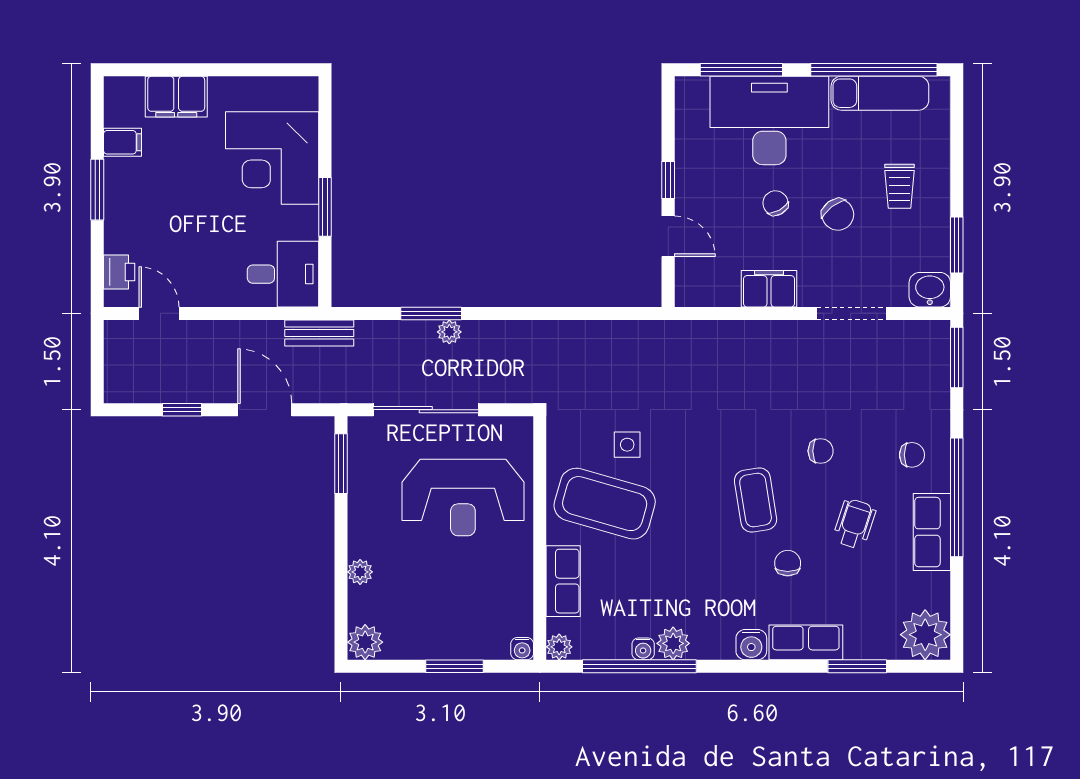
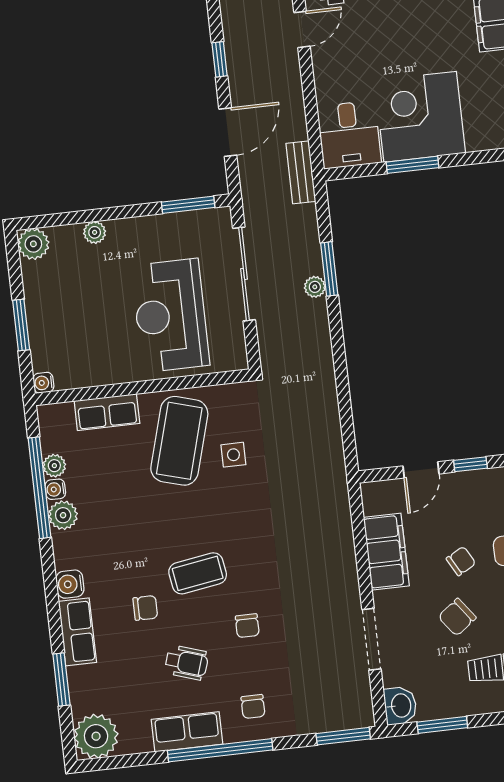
corner desk: (272, 158) -> (420, 117), moved
filing cabinet: (769, 289) -> (386, 552), width x1.50, depth x1.17
plant: (559, 647) -> (54, 466), moved

